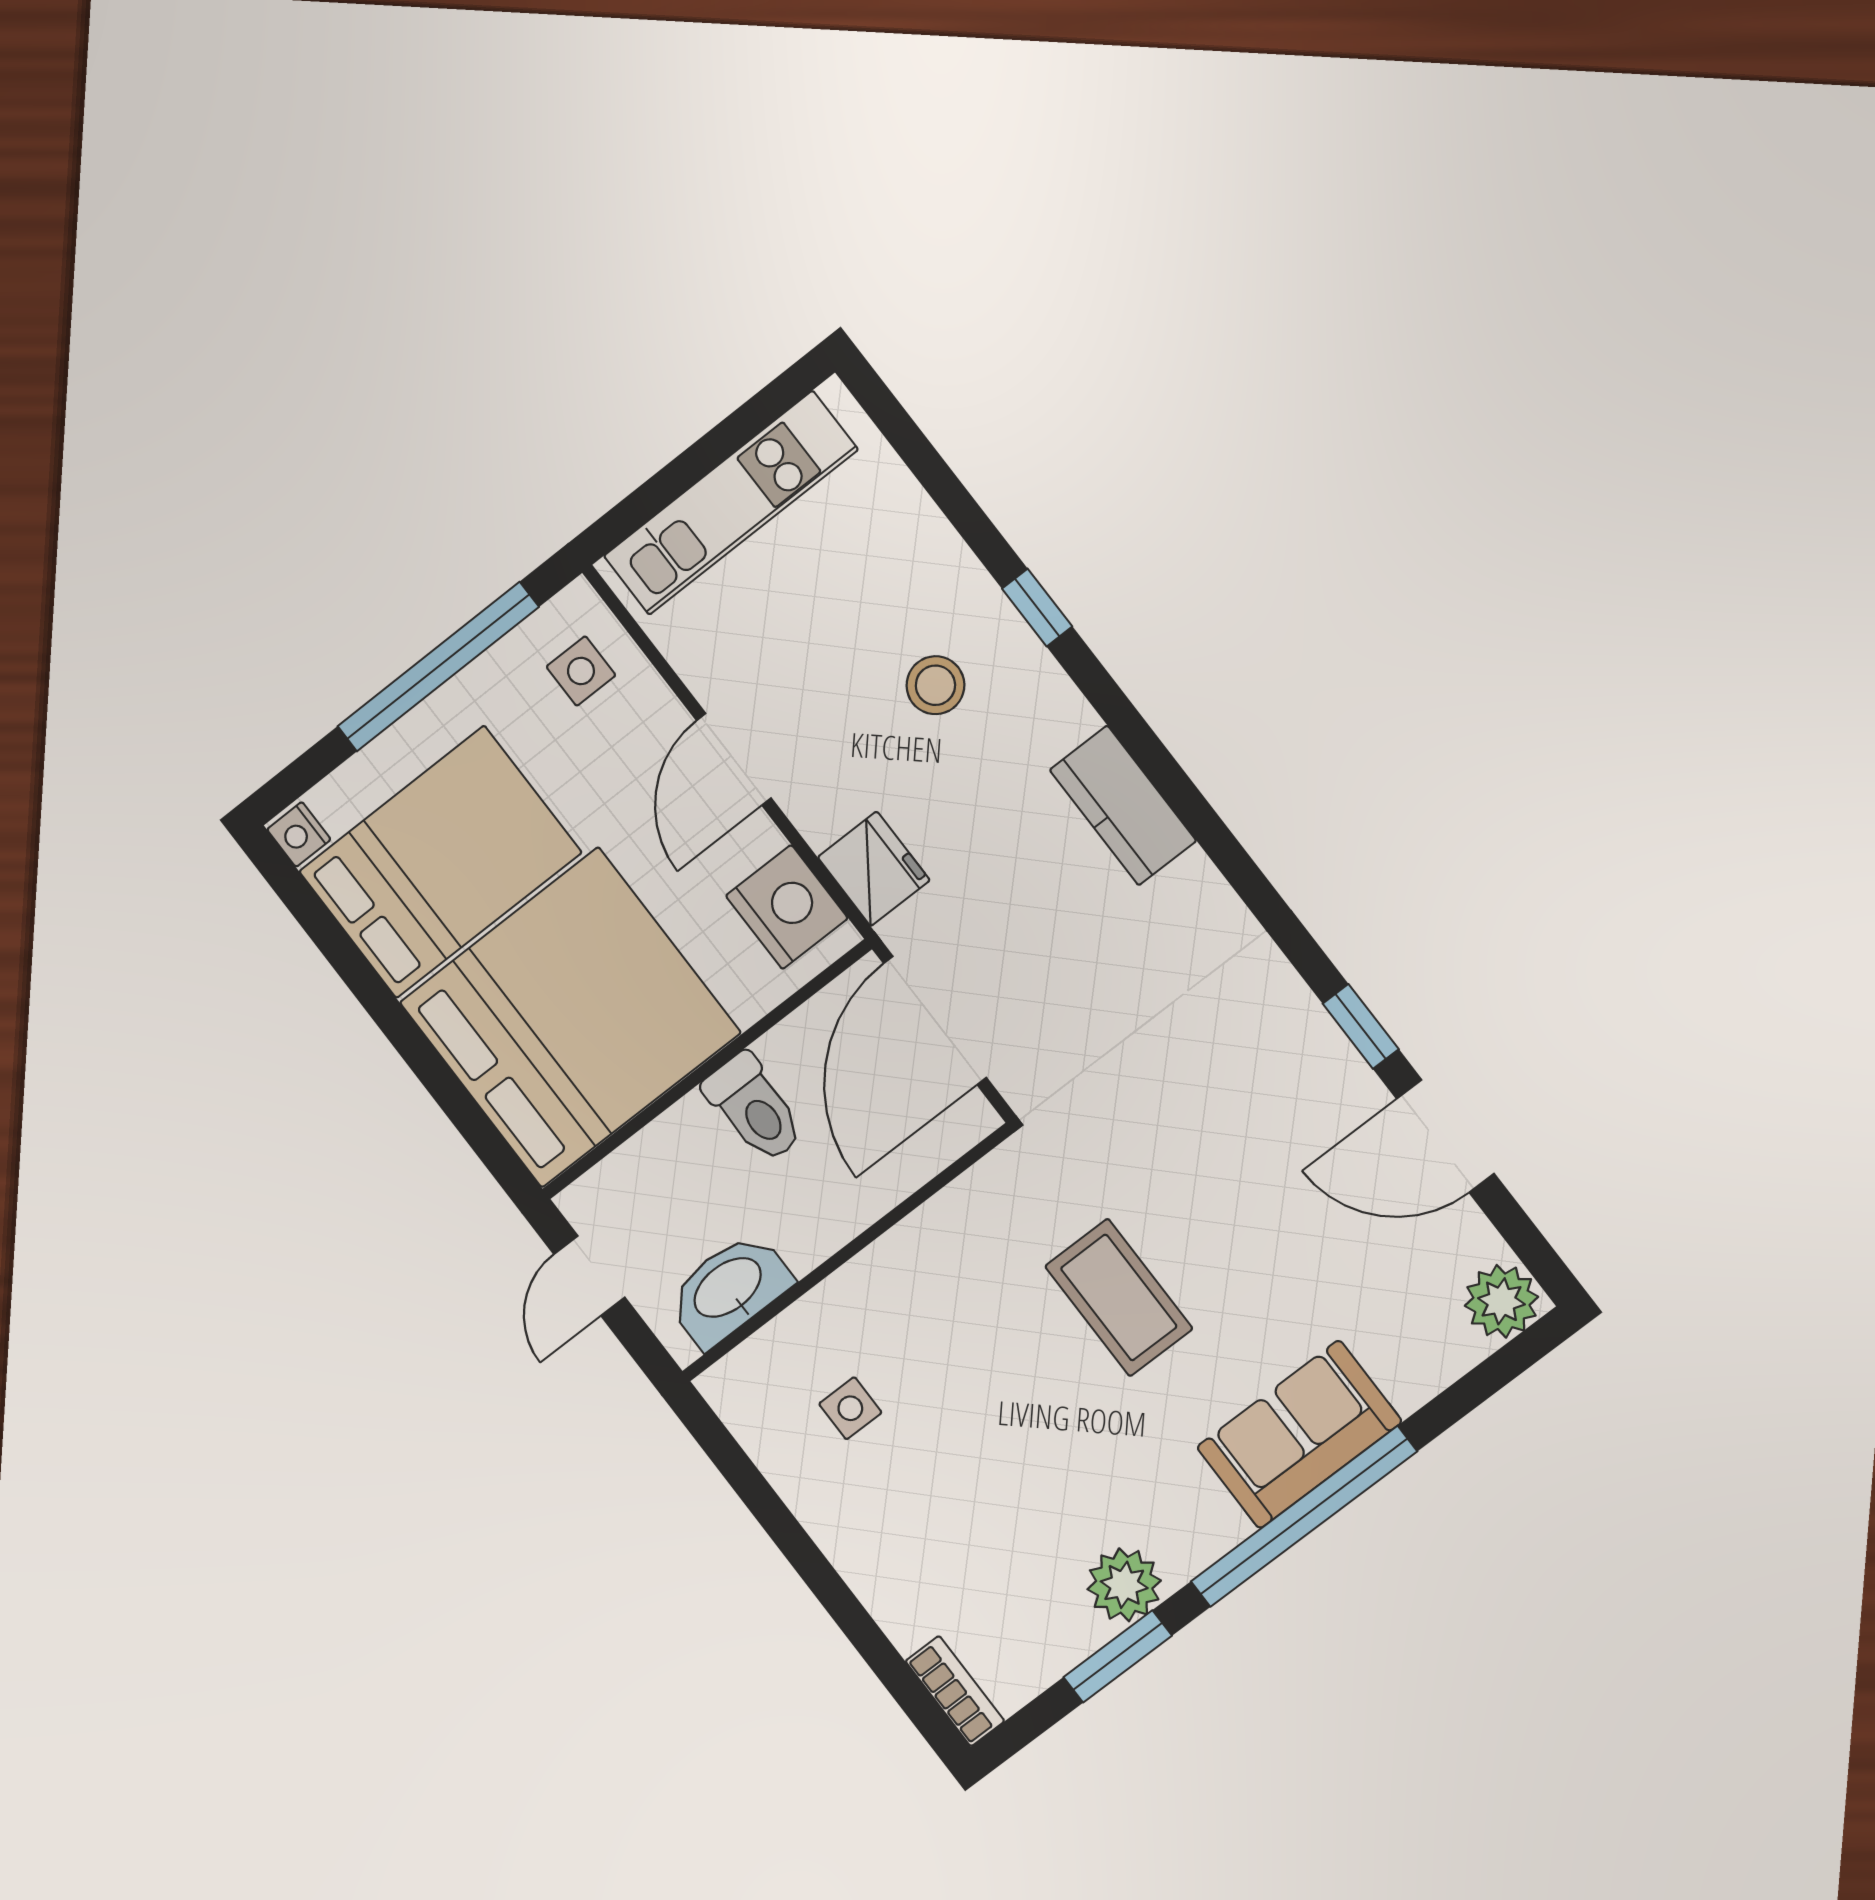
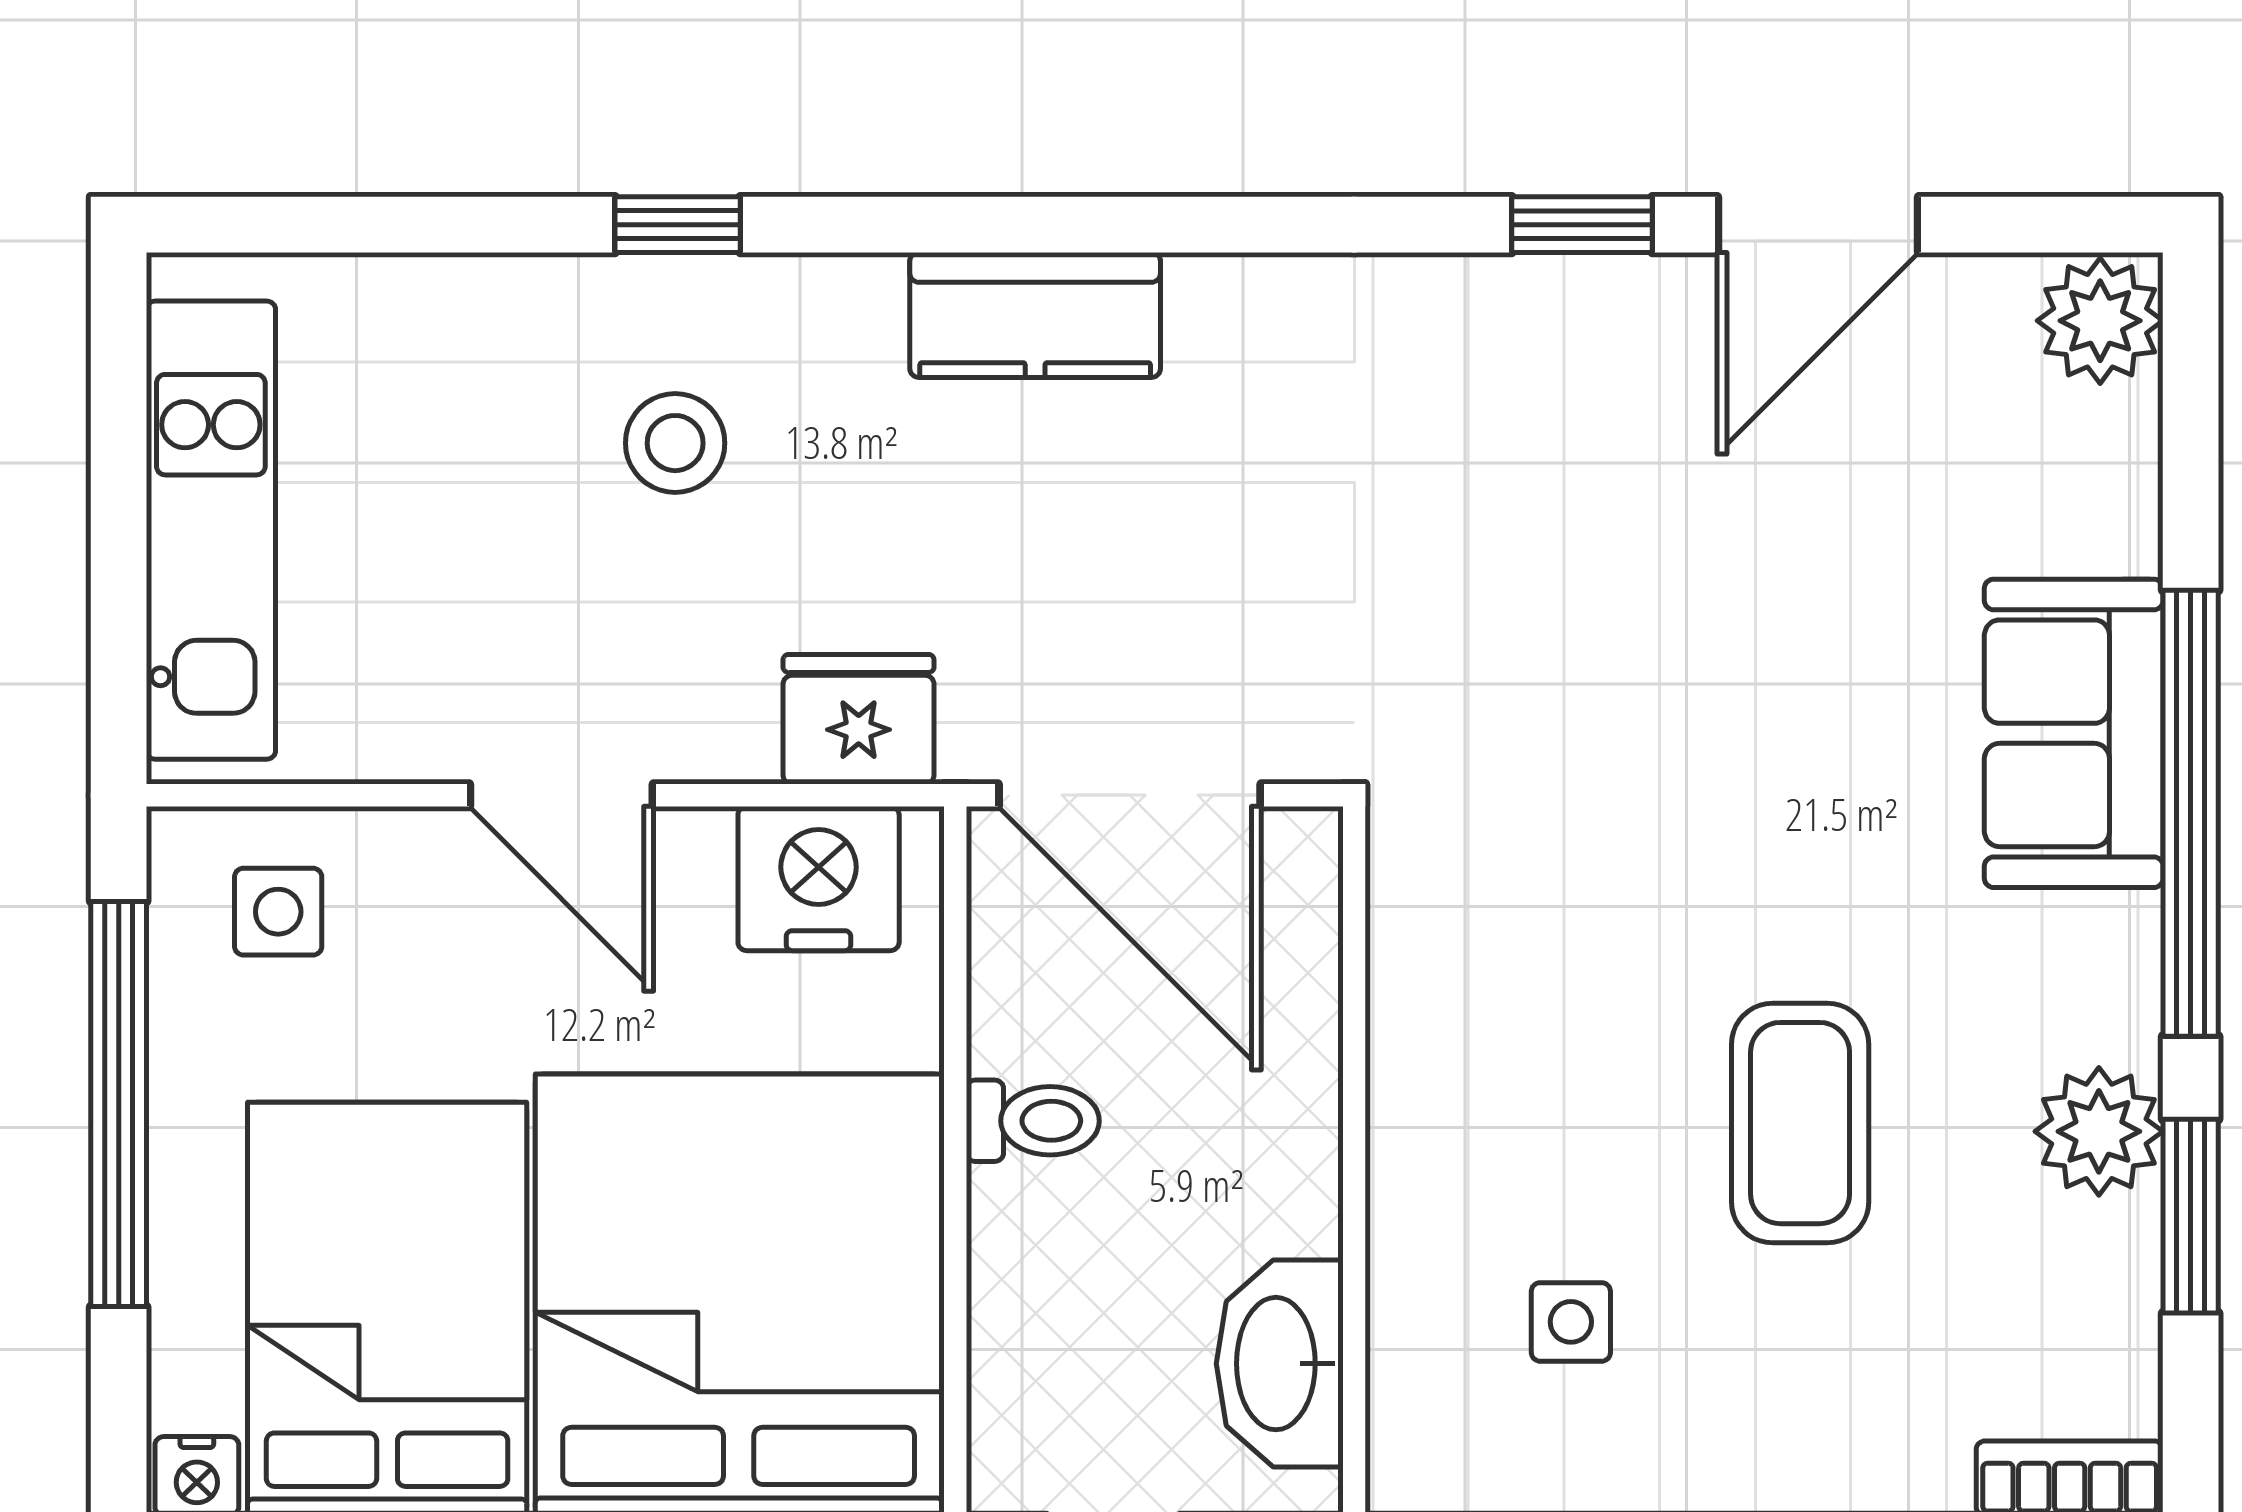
toilet: (754, 1108) -> (1033, 1121), width x0.73, depth x0.72
coffee table: (1119, 1297) -> (1800, 1123), moved, turned 90

